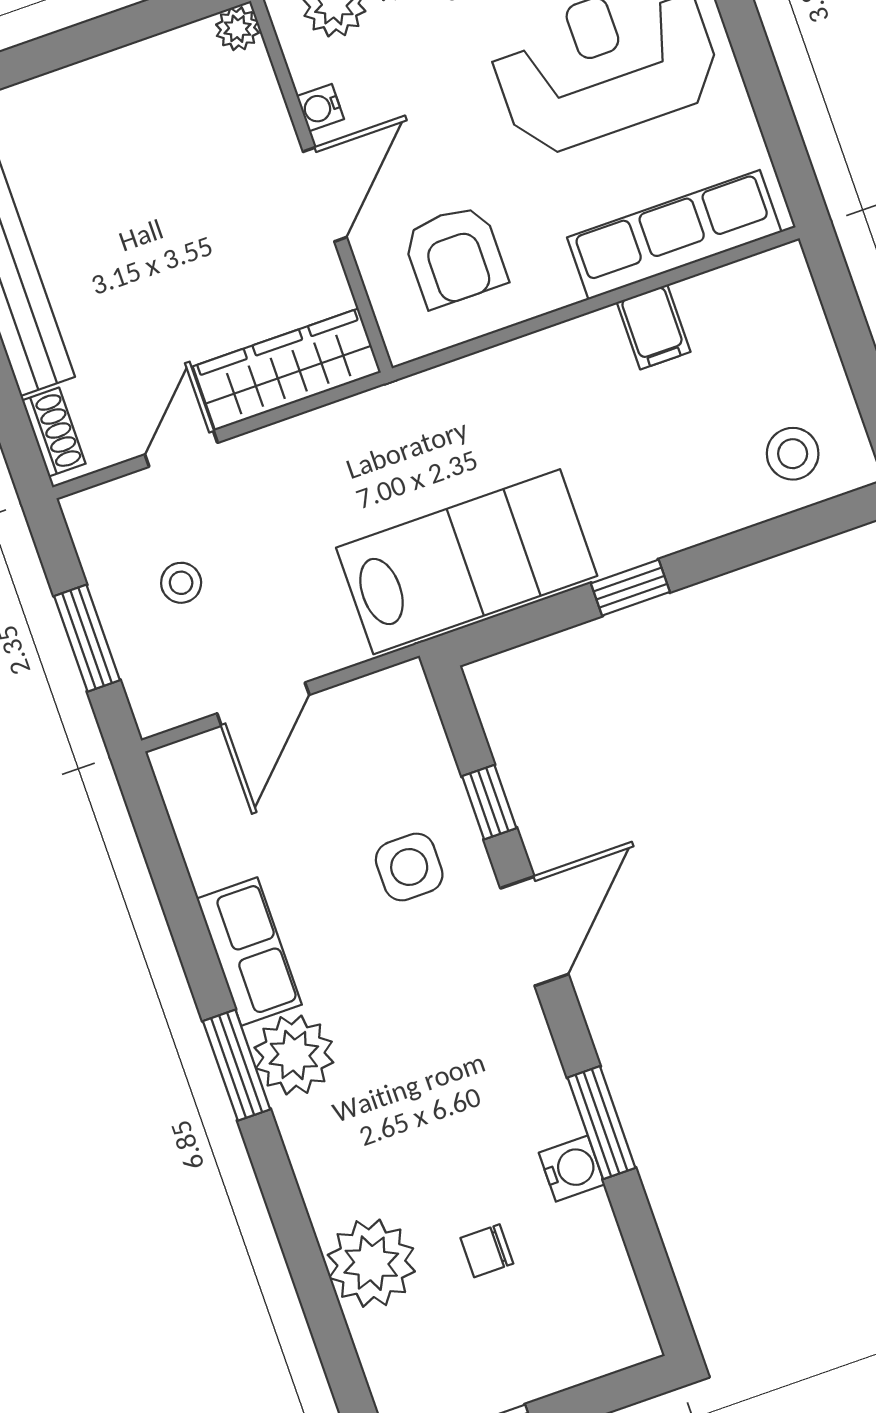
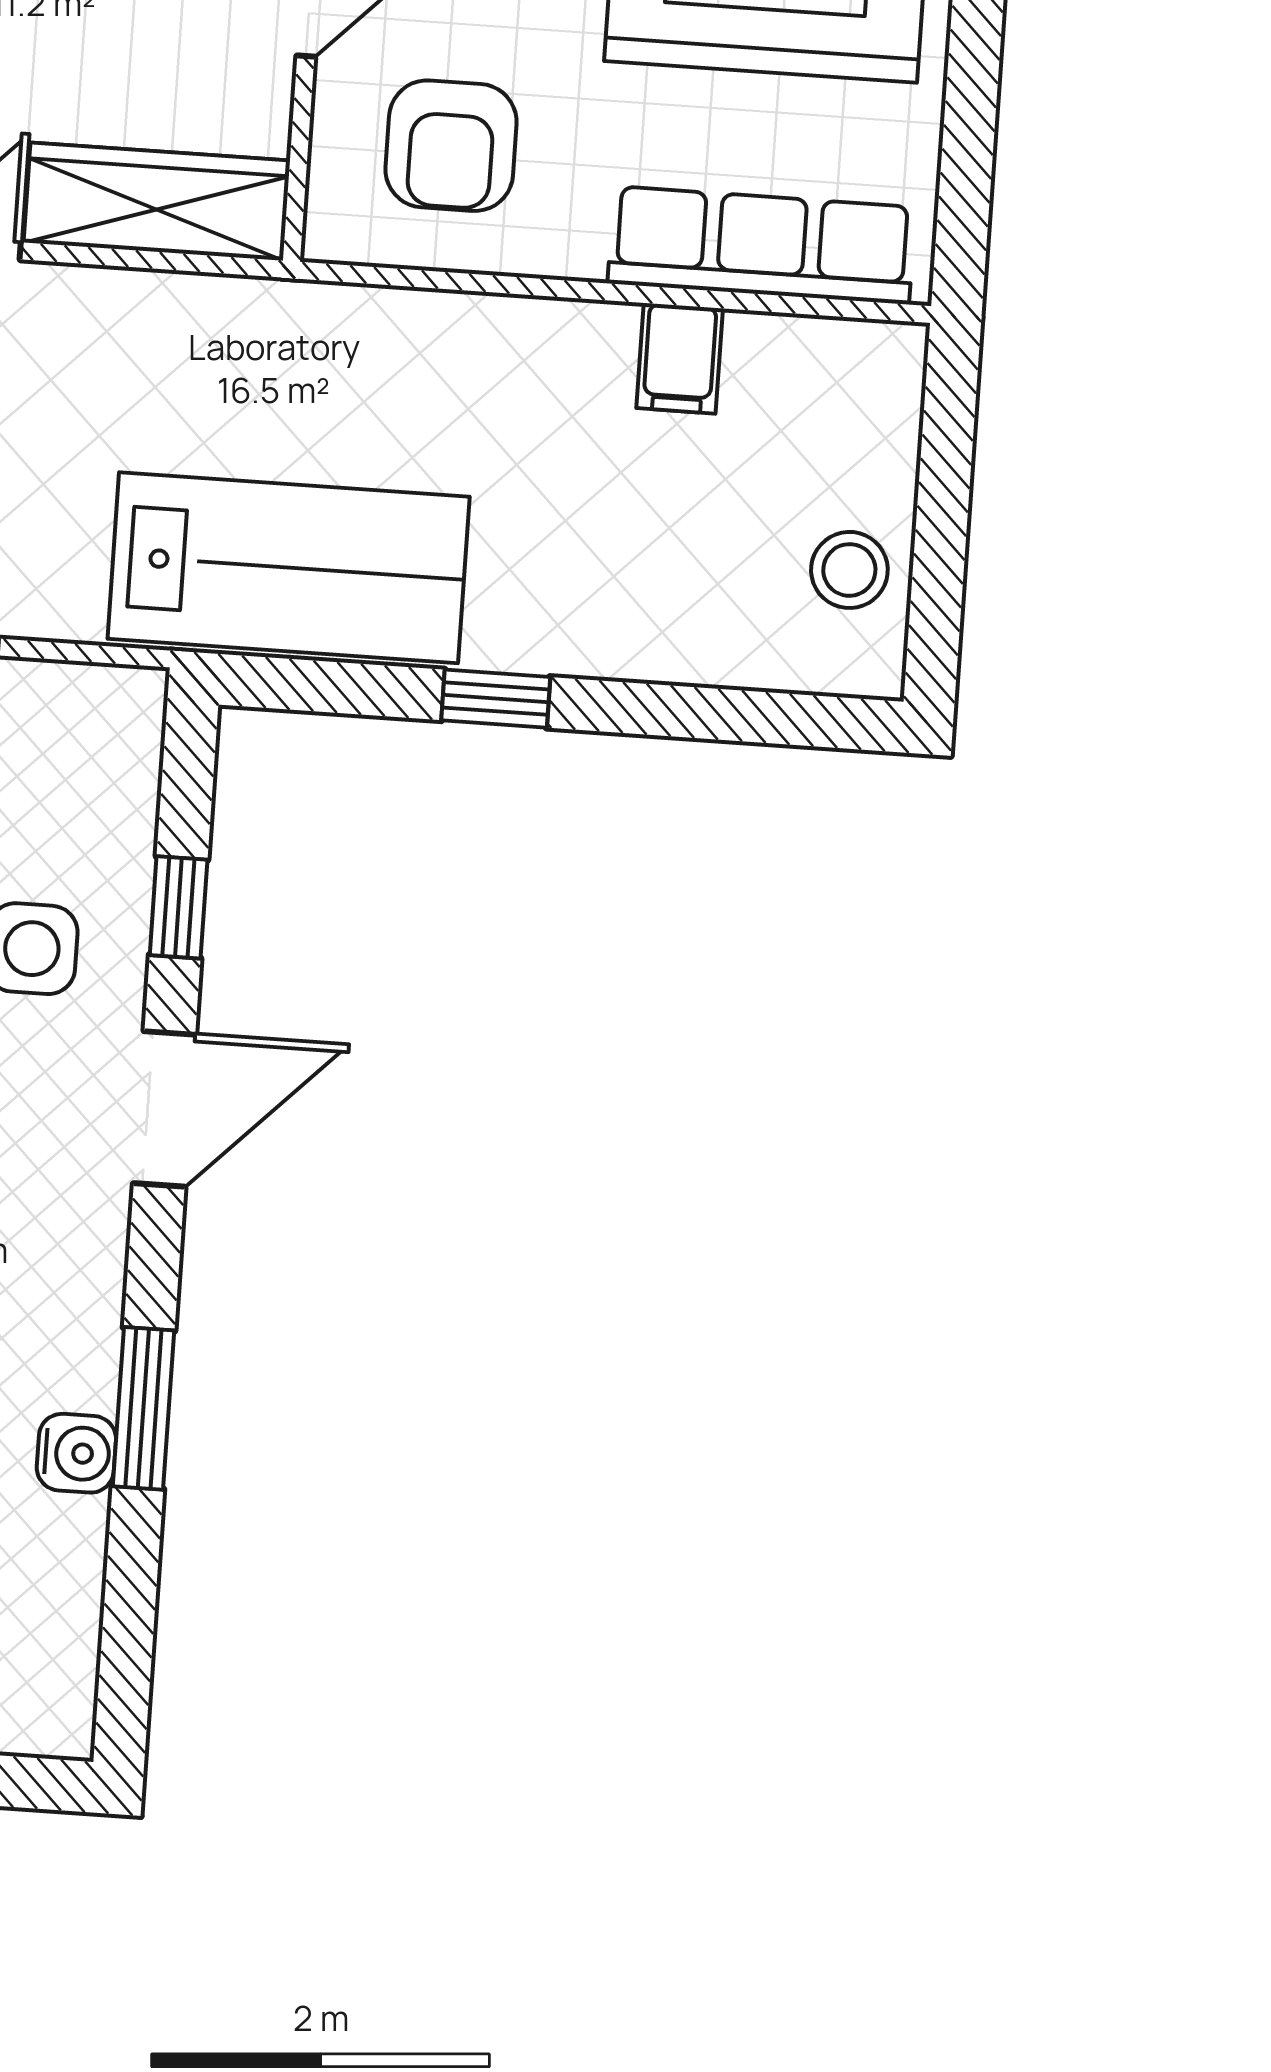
stool: (793, 454) -> (849, 570), moved

